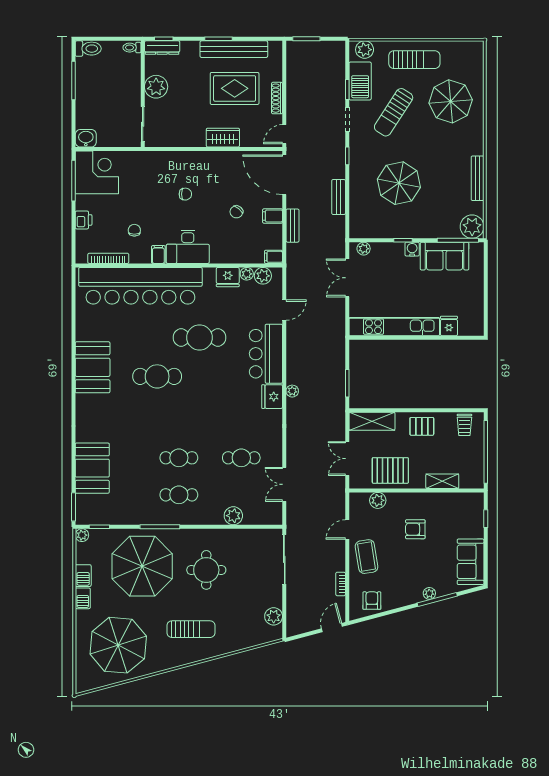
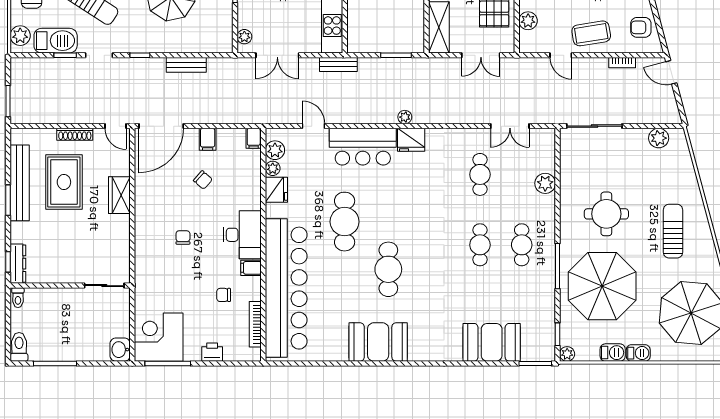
plant: (156, 87) -> (62, 270), removed
bench: (293, 226) -> (338, 64), moved

